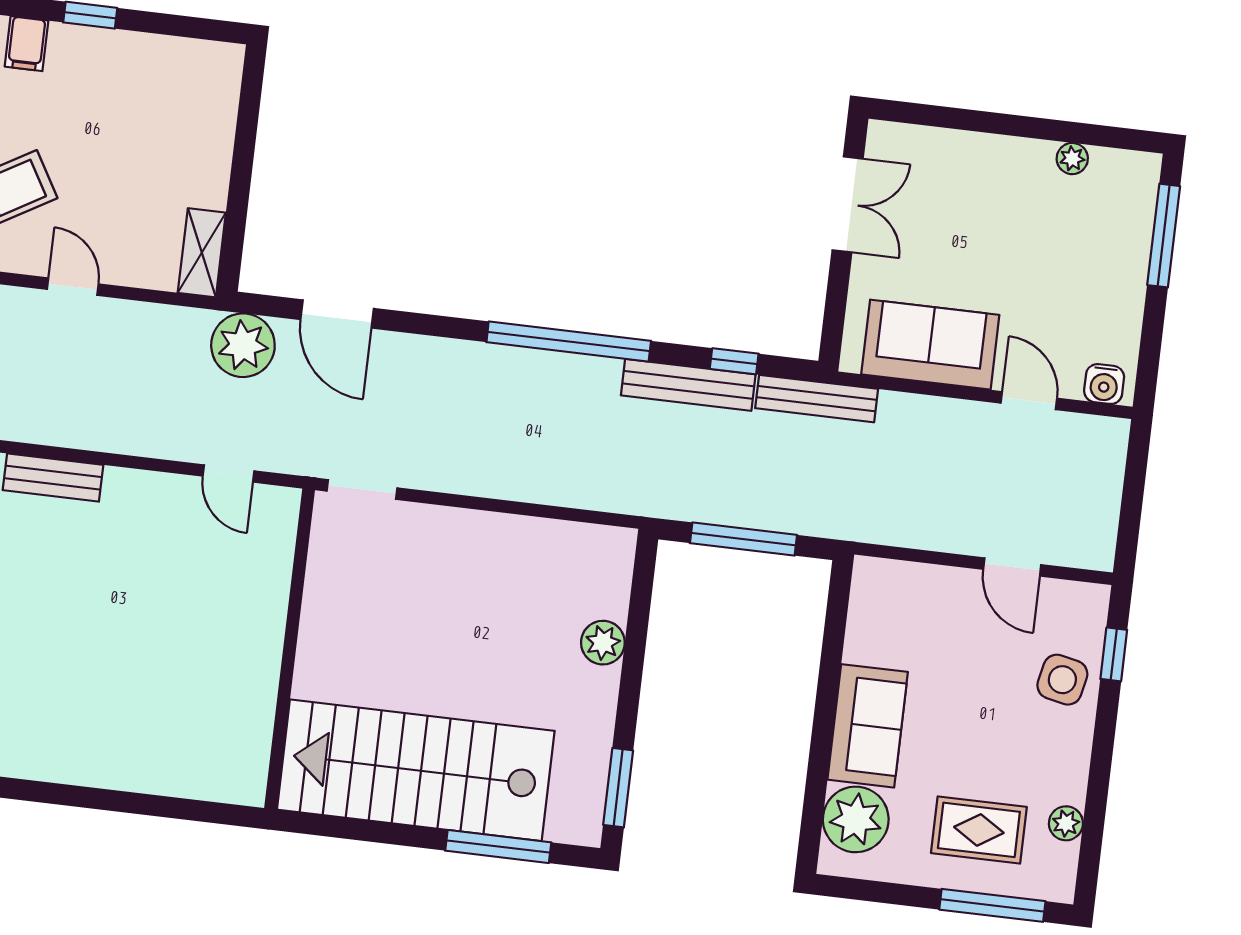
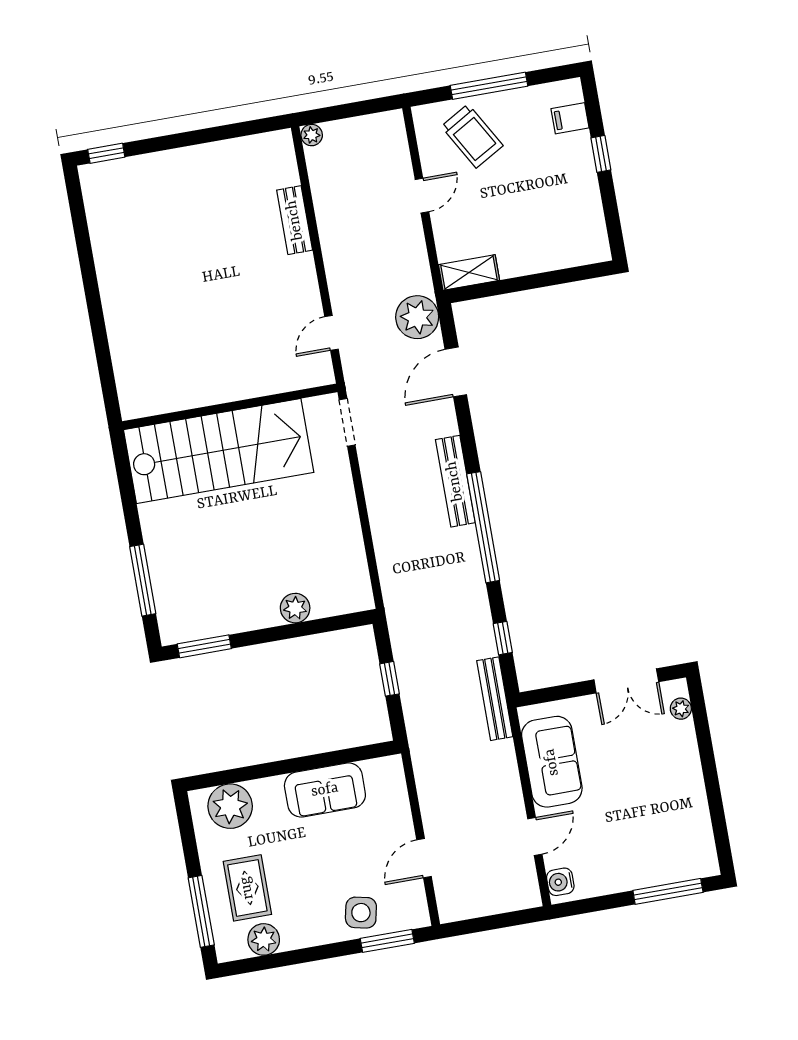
plant: (1072, 159) -> (681, 709), moved
bench: (688, 385) -> (455, 481), moved
window: (743, 539) -> (390, 679), width x0.46
window: (1114, 654) -> (387, 941), width x1.50
sofa: (868, 726) -> (325, 790), moved
stairs: (416, 770) -> (219, 451), moved, turned 90
plant: (1066, 823) -> (264, 939), width x1.38, depth x1.38

